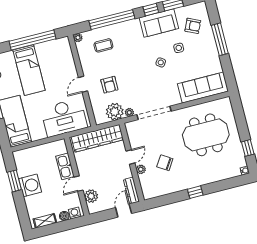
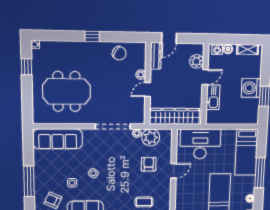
chair: (165, 163) -> (119, 53), moved

